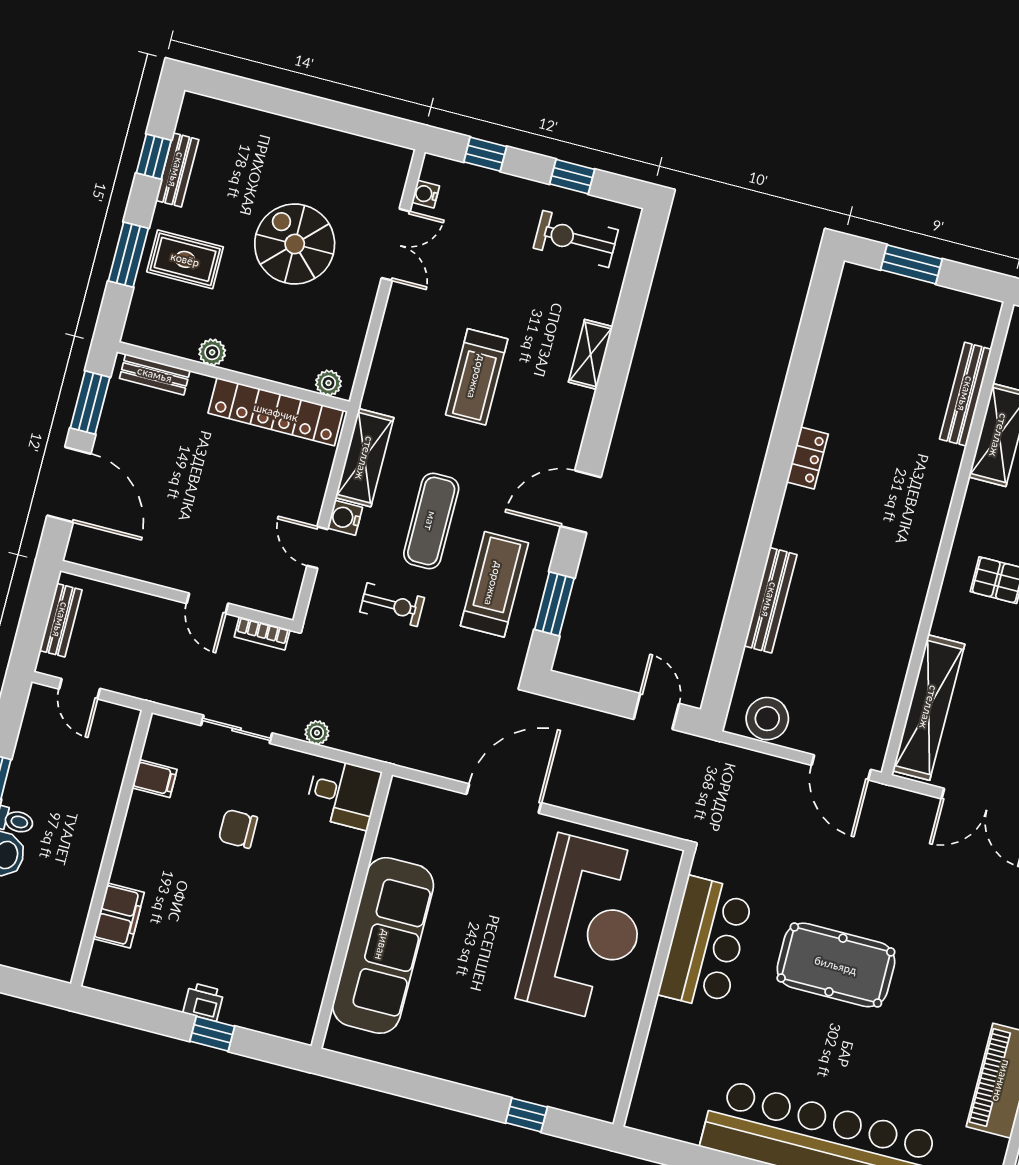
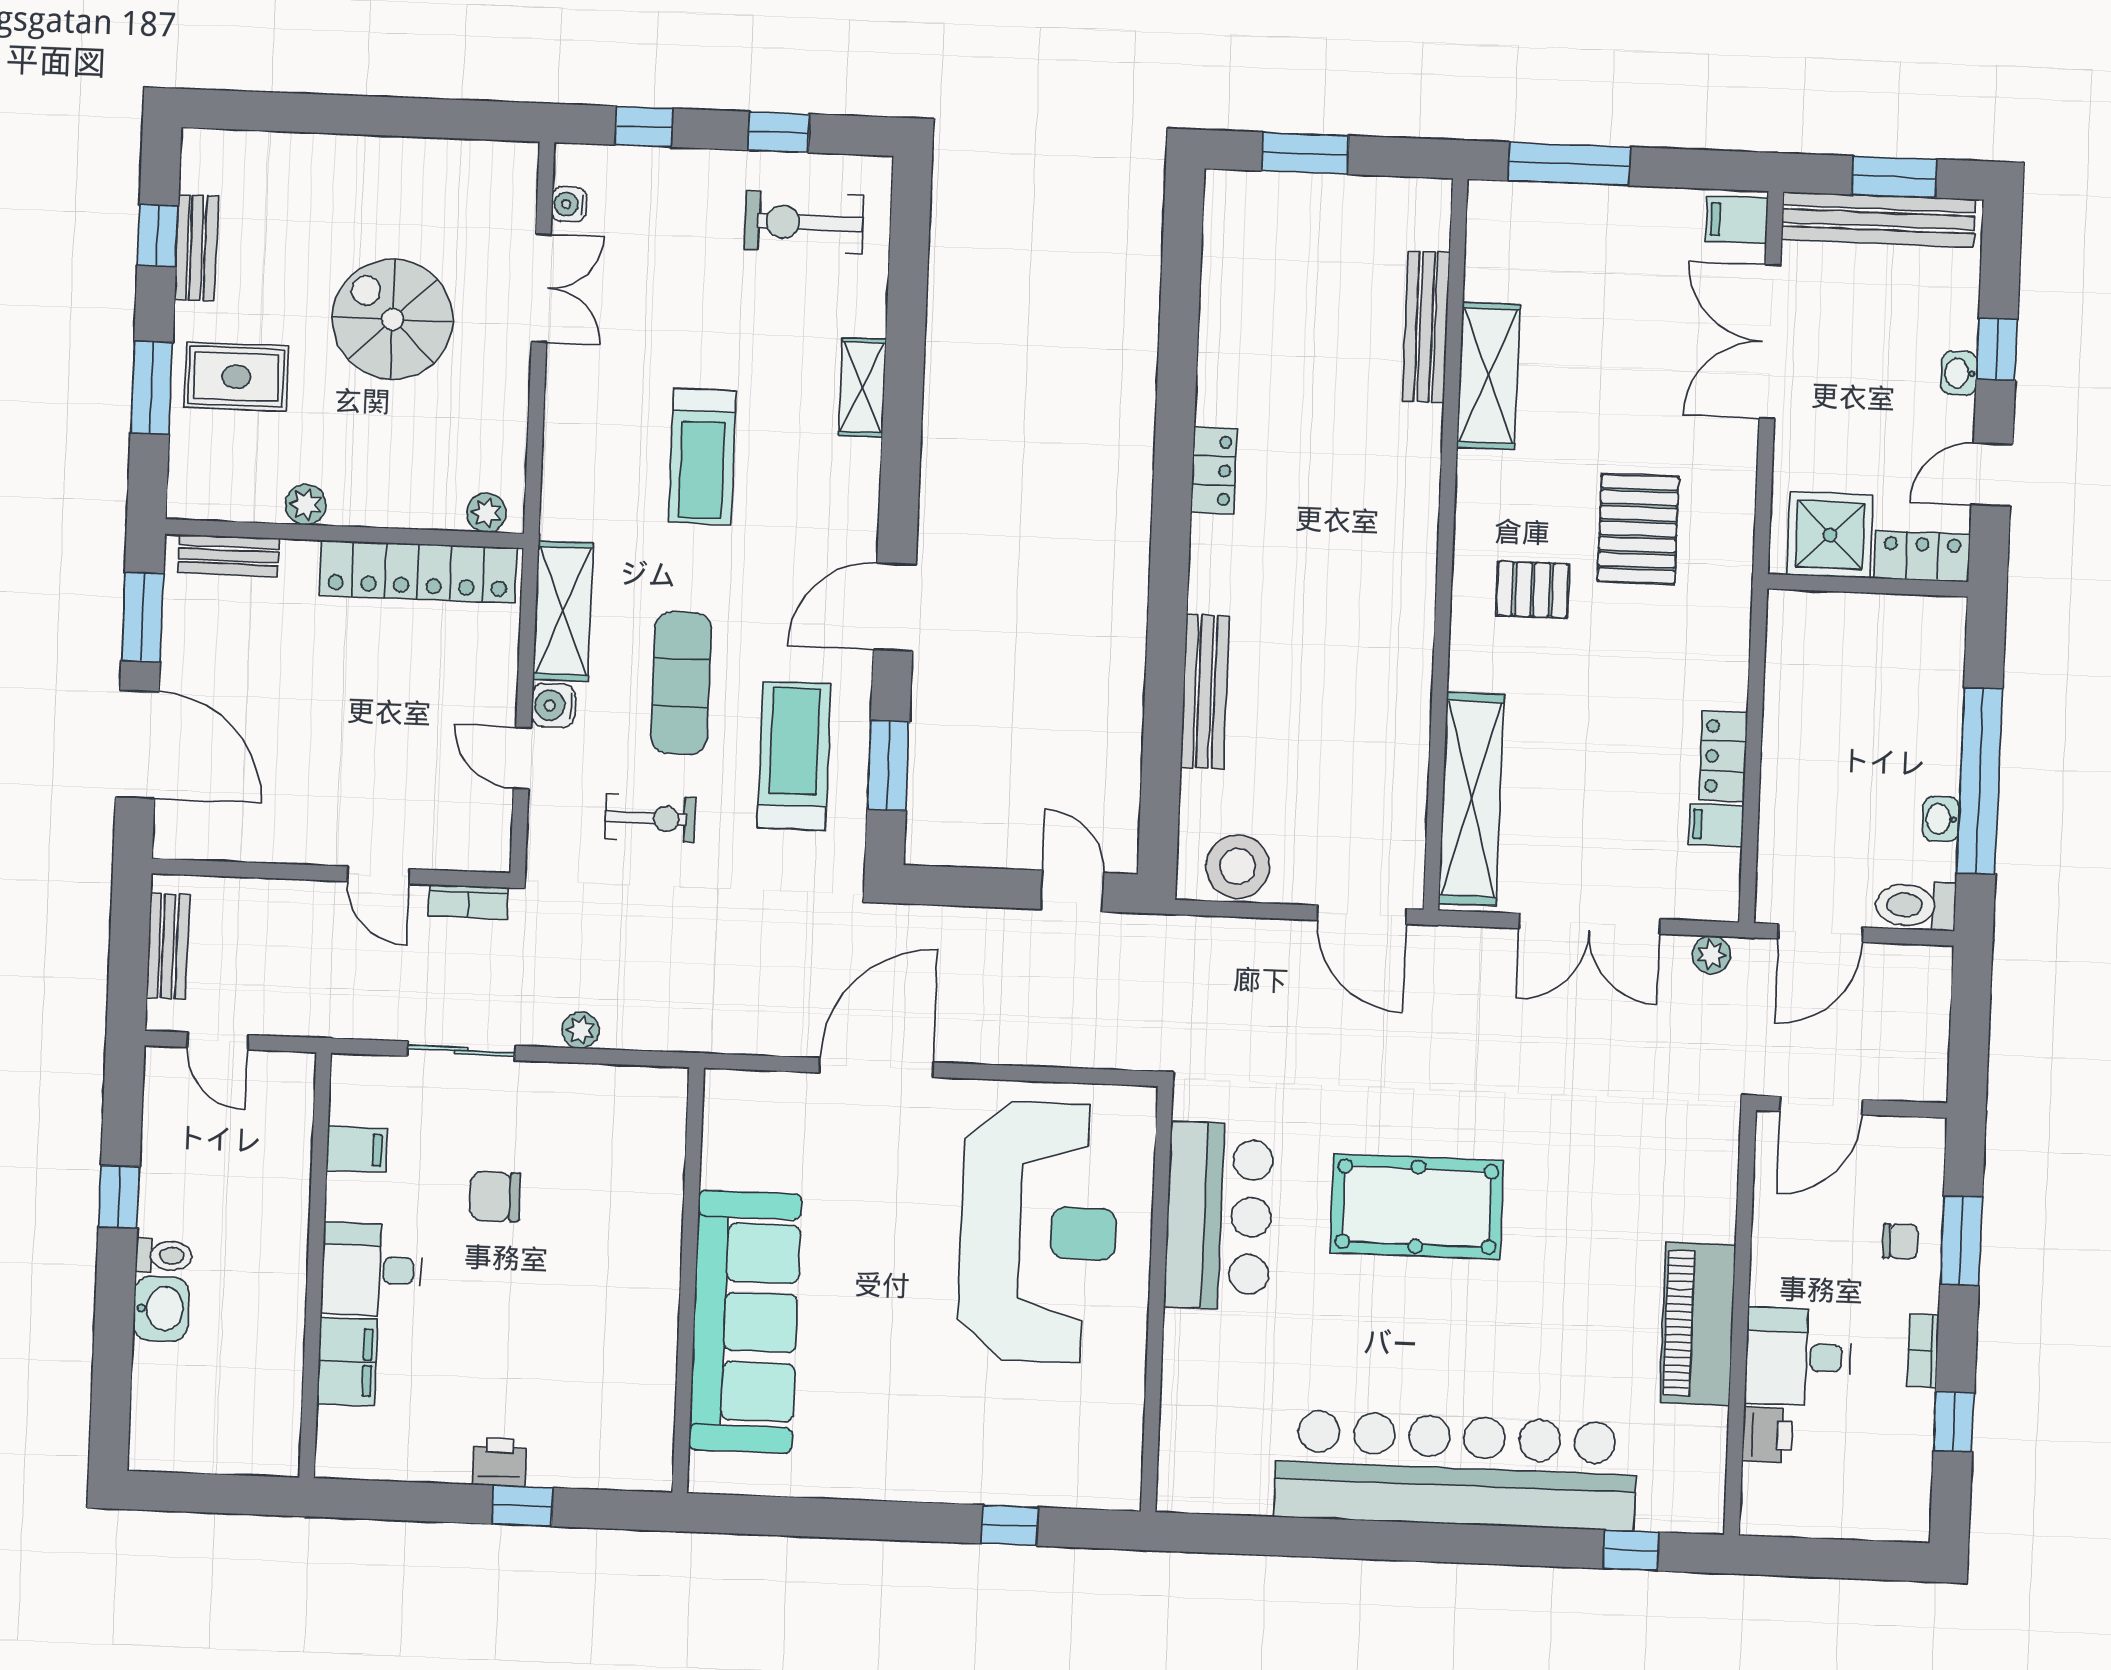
desk: (343, 793) -> (372, 1270), moved, turned 180

